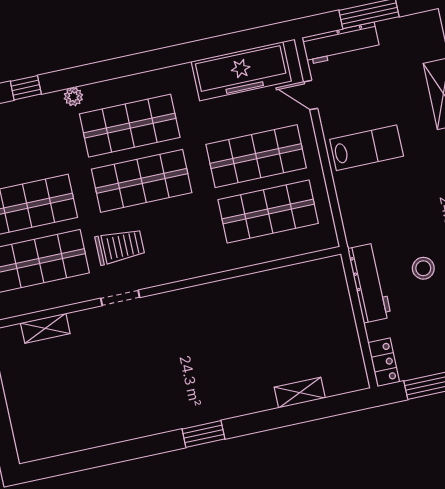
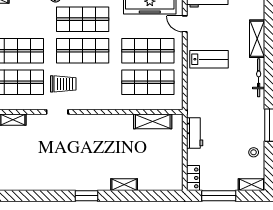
stool: (423, 268) -> (226, 131), removed
shelving: (291, 278) -> (153, 121), added
workbench: (369, 283) -> (195, 133), width x0.73
shelving: (300, 393) -> (124, 185), moved

